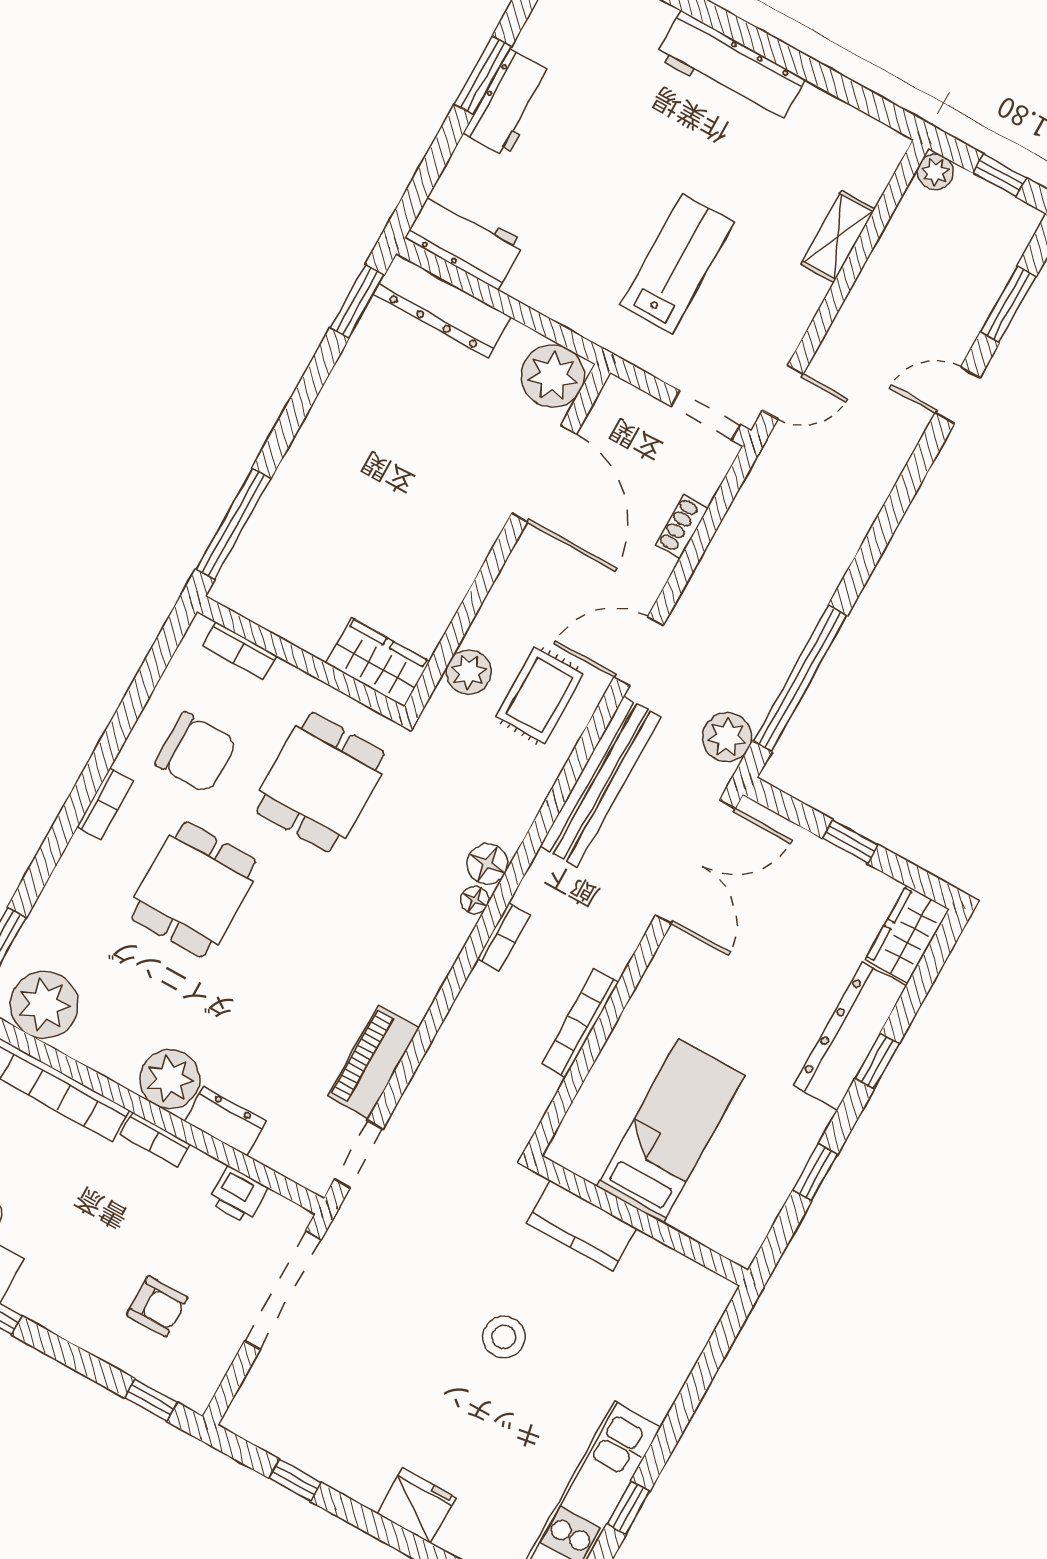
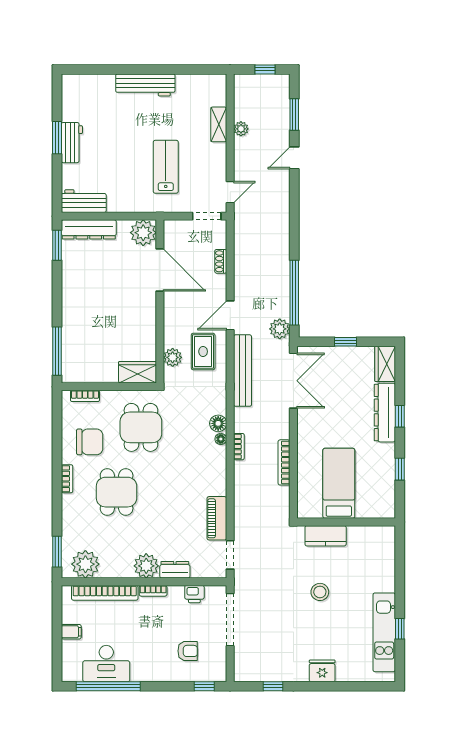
plant: (935, 172) -> (241, 129), moved

